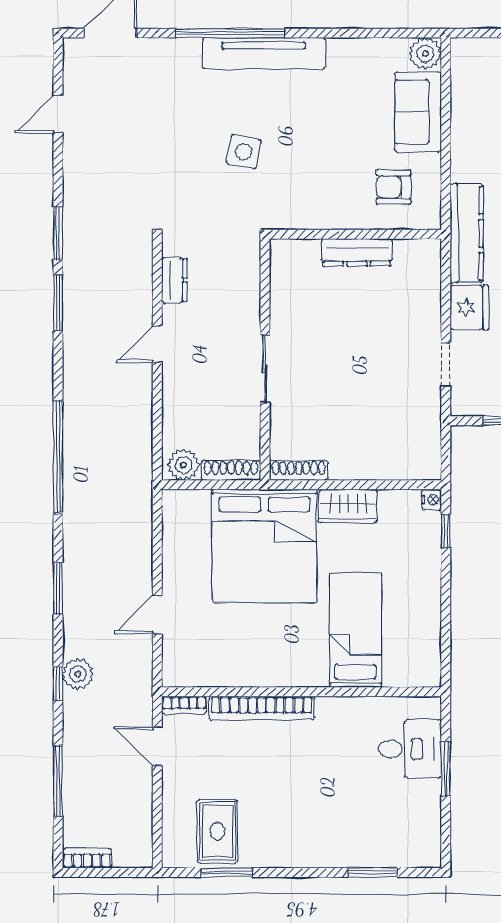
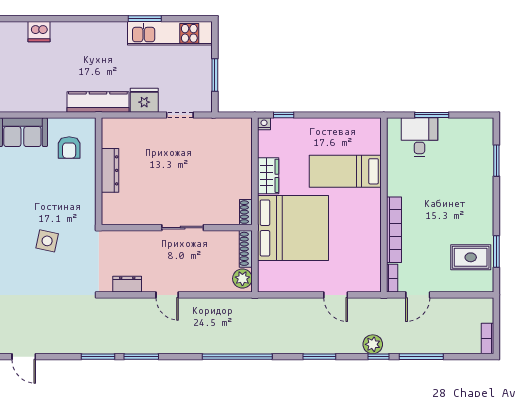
shoe rack: (299, 470) -> (246, 212), width x0.70
window: (58, 781) -> (421, 357), moved

